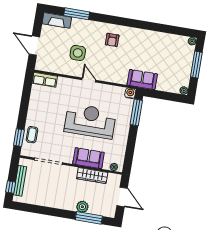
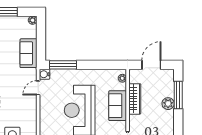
sofa: (142, 79) -> (28, 53), moved
door: (89, 80) -> (38, 88), moved

